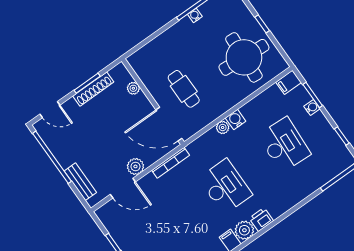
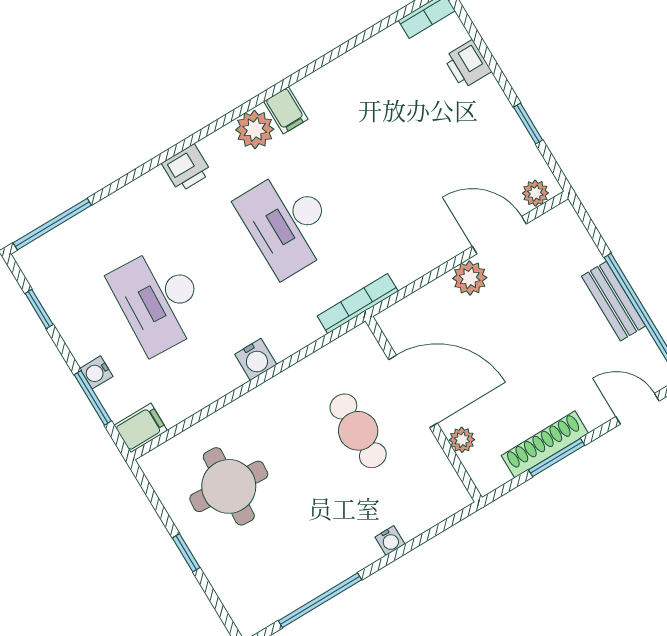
water cooler: (195, 15) -> (390, 541), moved
round table: (244, 57) -> (229, 486), width x0.73, depth x0.73
door: (169, 124) -> (413, 391), moved
plant: (223, 128) -> (535, 193), moved
bookcase: (171, 163) -> (358, 304), moved
bench: (80, 182) -> (614, 301), moved
printer: (261, 219) -> (187, 168), moved

